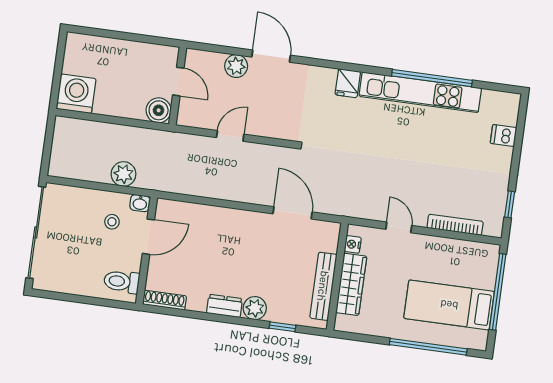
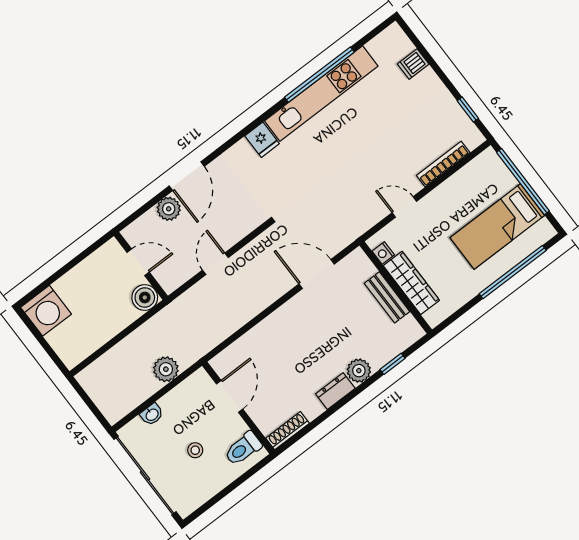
door: (271, 56) -> (187, 176), swing flipped
washing machine: (76, 94) -> (46, 311), moved, turned 180
washbasin: (140, 203) -> (152, 414), moved
stool: (112, 222) -> (195, 450), moved
bench: (323, 286) -> (387, 297), width x0.73

